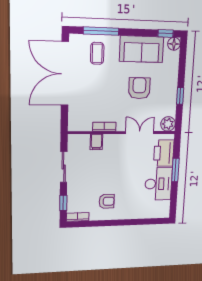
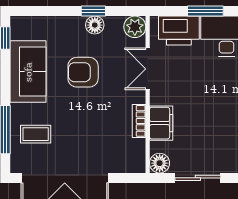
floor lamp: (174, 44) -> (95, 25), moved
floor lamp: (75, 141) -> (160, 163), added
filing cabinet: (96, 142) -> (161, 123), width x2.00

